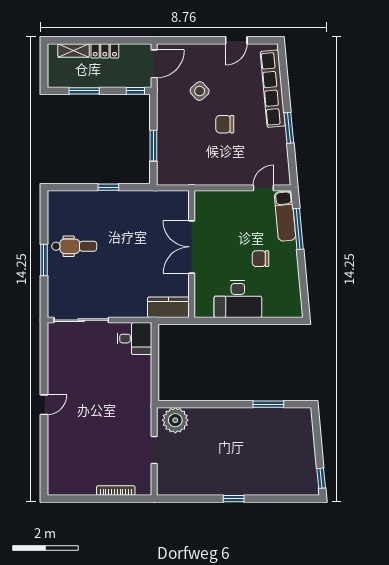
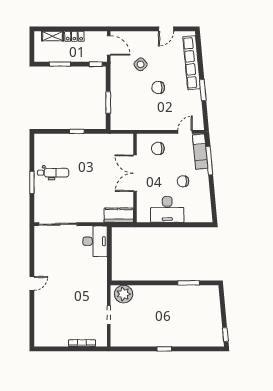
door: (154, 64) -> (109, 45), hinge flipped
chair: (225, 212) -> (158, 148), added
desk: (134, 339) -> (95, 241), width x1.37

